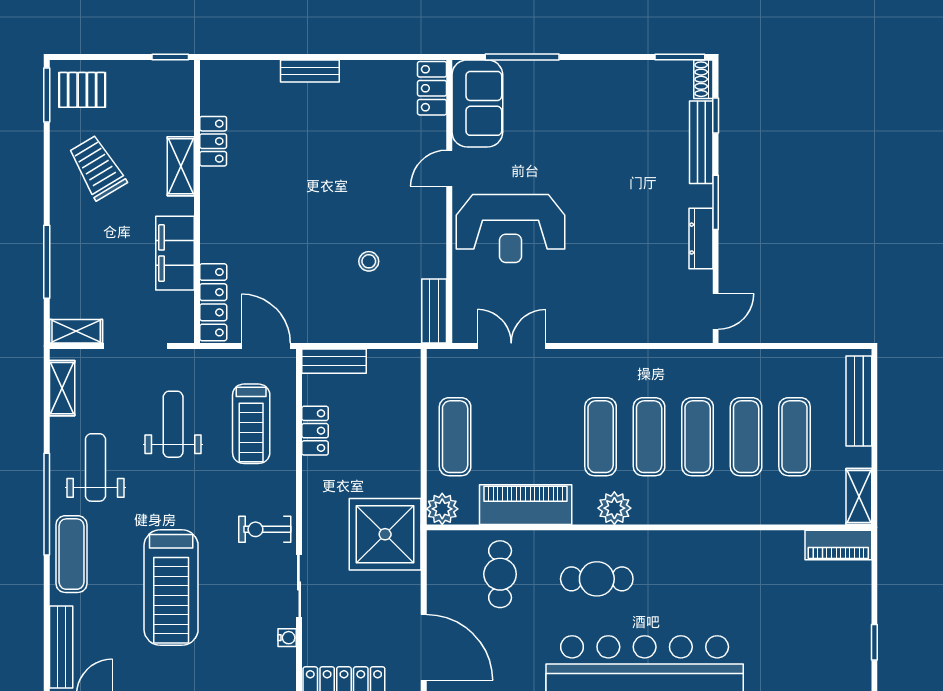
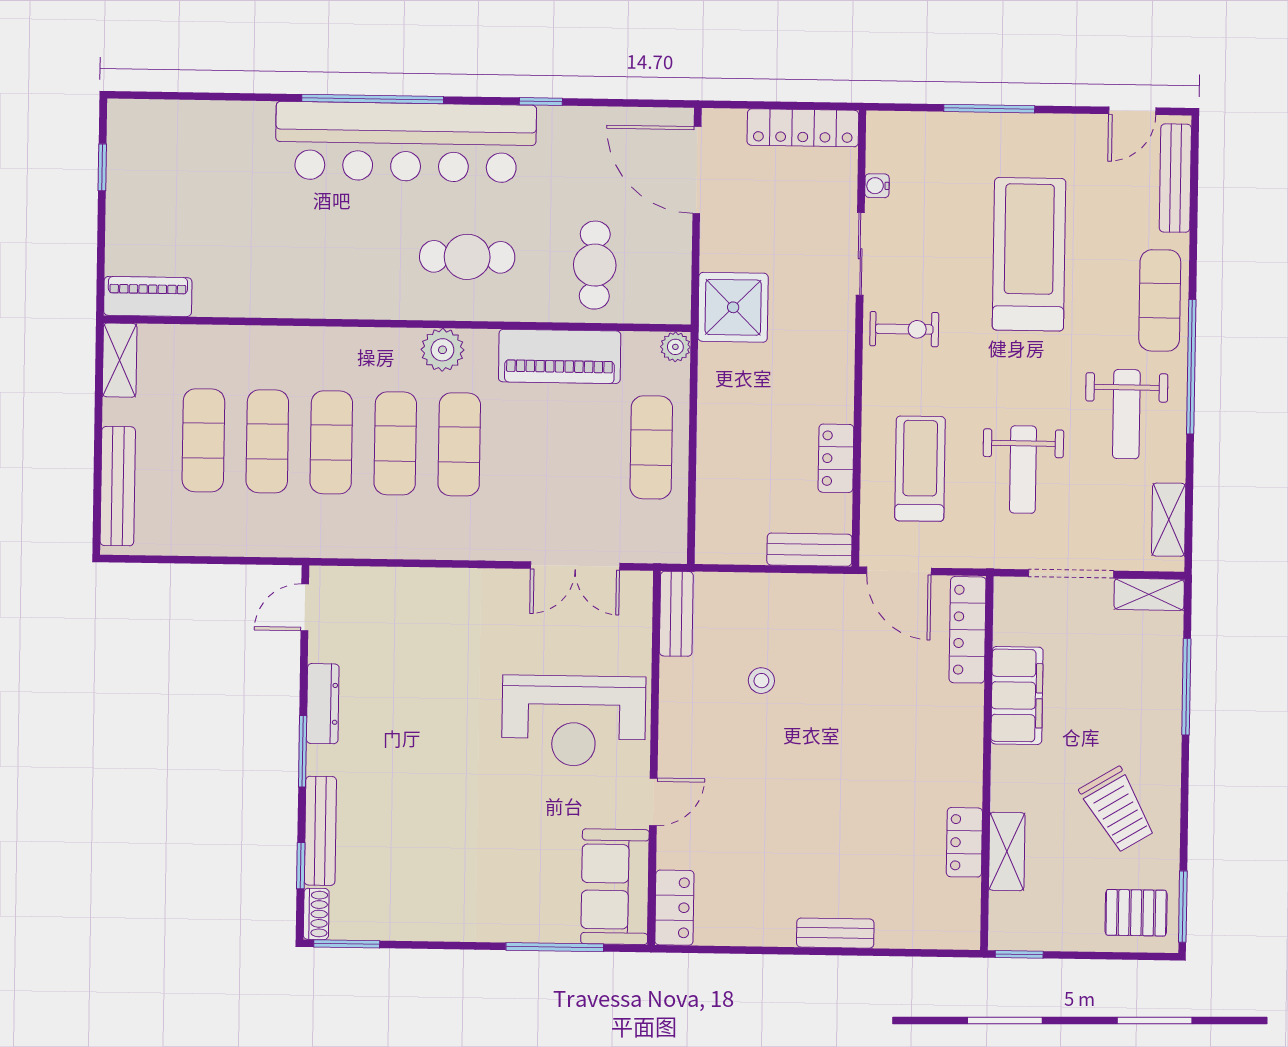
shelving: (181, 166) -> (1007, 851), moved
reception desk: (511, 229) -> (574, 721), turned 180
plant: (442, 509) -> (675, 347), width x0.73, depth x0.73
shower: (385, 534) -> (733, 307), width x0.73, depth x0.73

